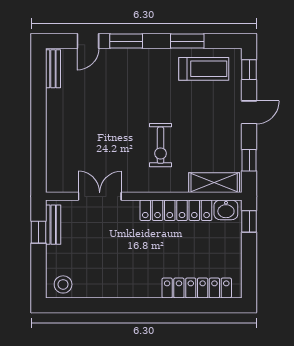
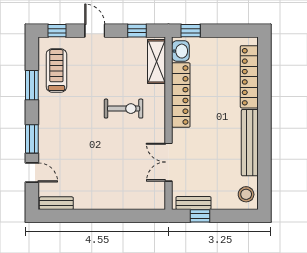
bench: (122, 289) -> (250, 143), added

